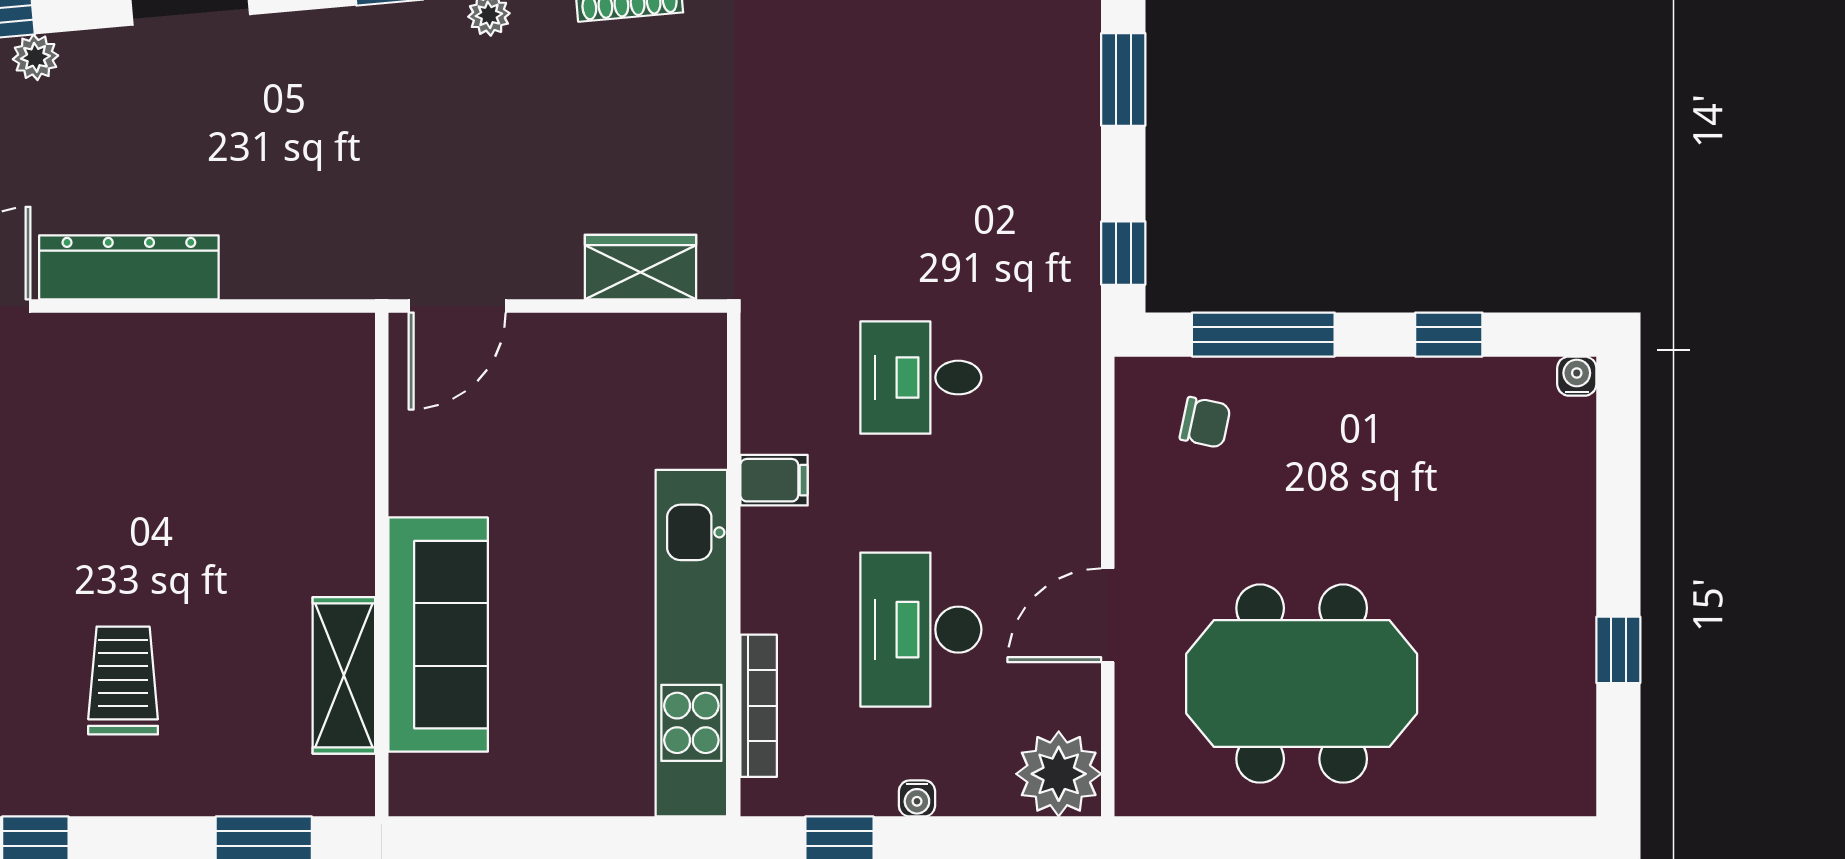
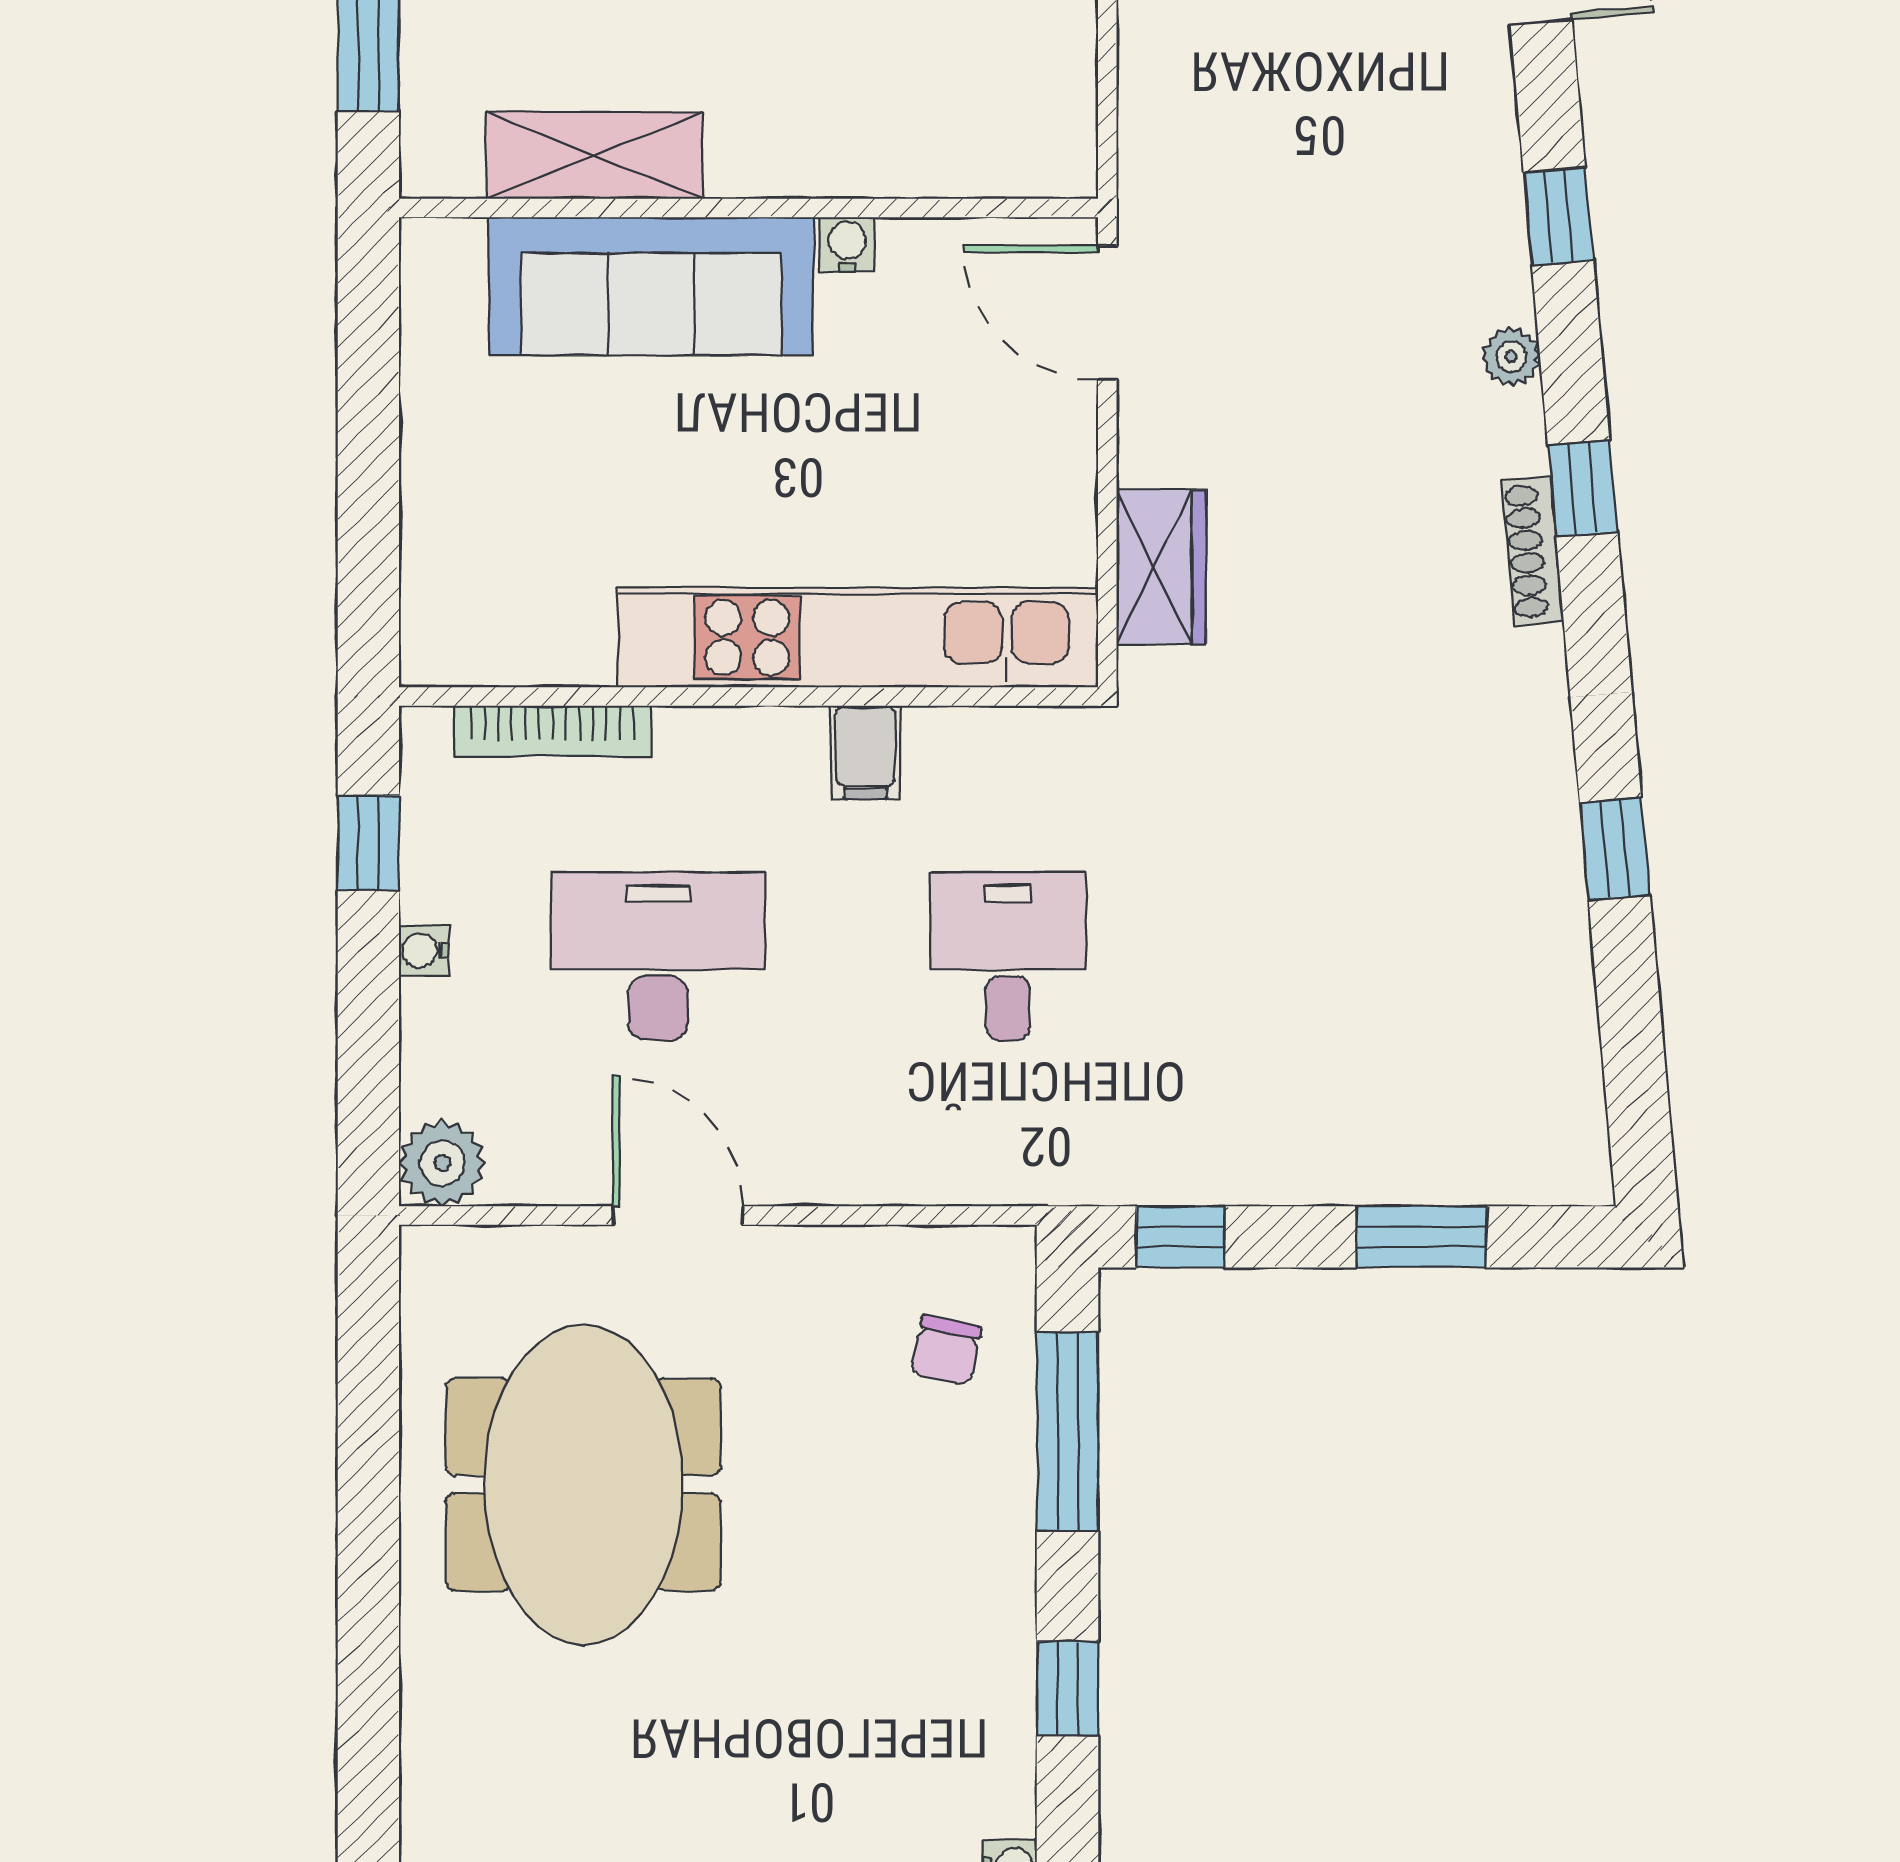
water cooler: (408, 493) -> (847, 244), added
kitchen unit: (691, 643) -> (858, 638), moved
plant: (1059, 774) -> (442, 1163), width x0.73, depth x0.73

